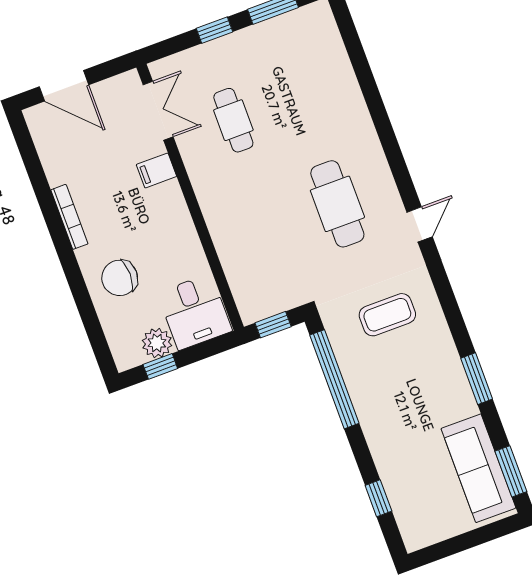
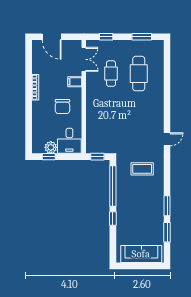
window: (214, 30) -> (106, 37), moved
cafe table: (337, 204) -> (139, 74), moved
chair: (120, 278) -> (62, 107), moved, turned -90
sofa: (478, 468) -> (141, 254), moved, turned 90
window: (511, 471) -> (167, 232), moved
window: (378, 498) -> (113, 219), moved

